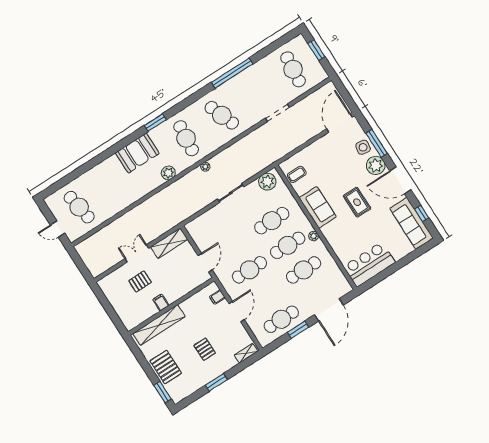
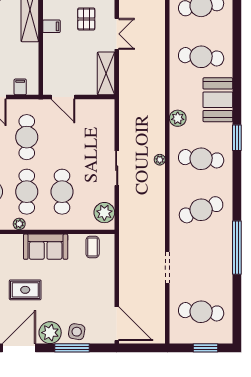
cafe table: (115, 184) -> (201, 57), added

